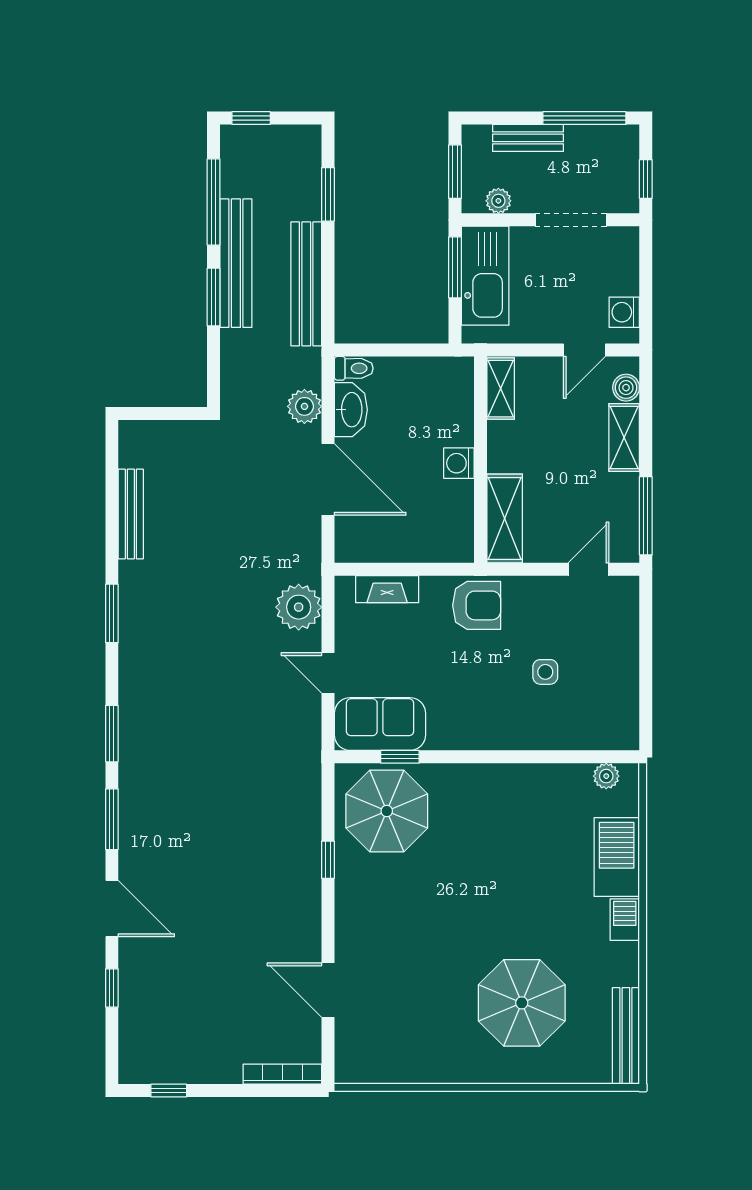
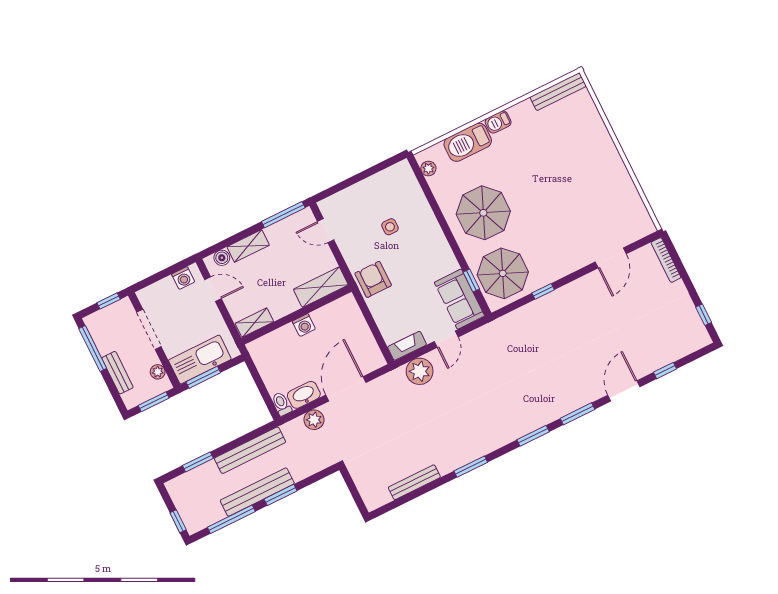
fireplace: (387, 589) -> (407, 346), moved, turned -90
parasol: (522, 1003) -> (483, 213), moved

